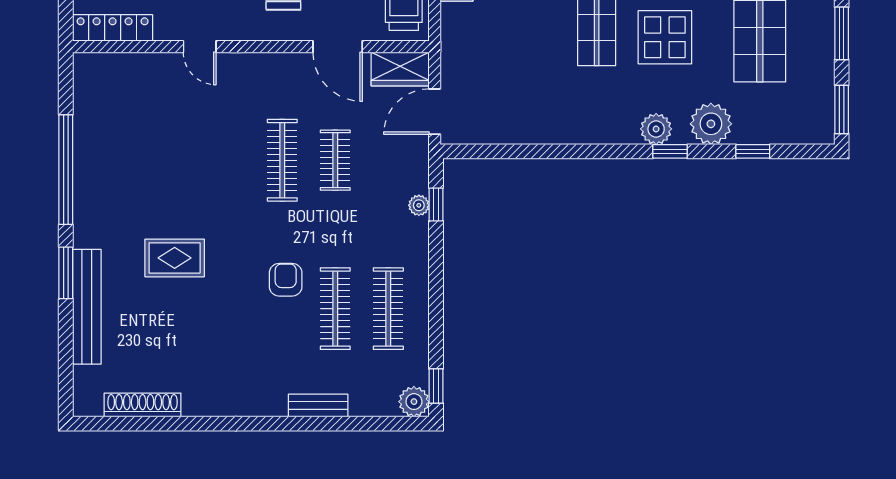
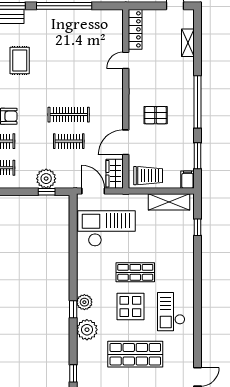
door: (200, 47) -> (126, 60), moved
checkout: (509, 85) -> (106, 228), added
window: (753, 151) -> (73, 373), moved
plant: (419, 205) -> (46, 179), width x1.88, depth x1.88

